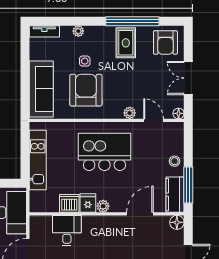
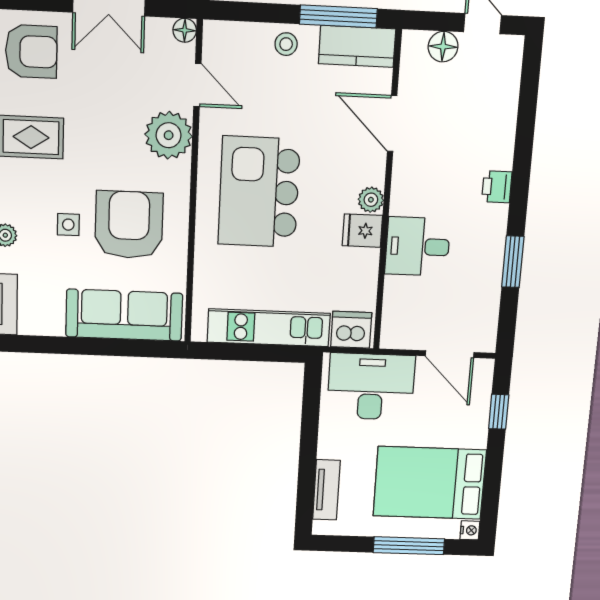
armchair: (86, 90) -> (129, 225), turned 90
plant: (130, 113) -> (169, 135), width x1.88, depth x1.88
door: (154, 120) -> (197, 85), swing flipped
dishwasher: (69, 203) -> (351, 330), moved, turned 90
floor lamp: (177, 222) -> (443, 47), moved
desk: (67, 231) -> (418, 246), moved

